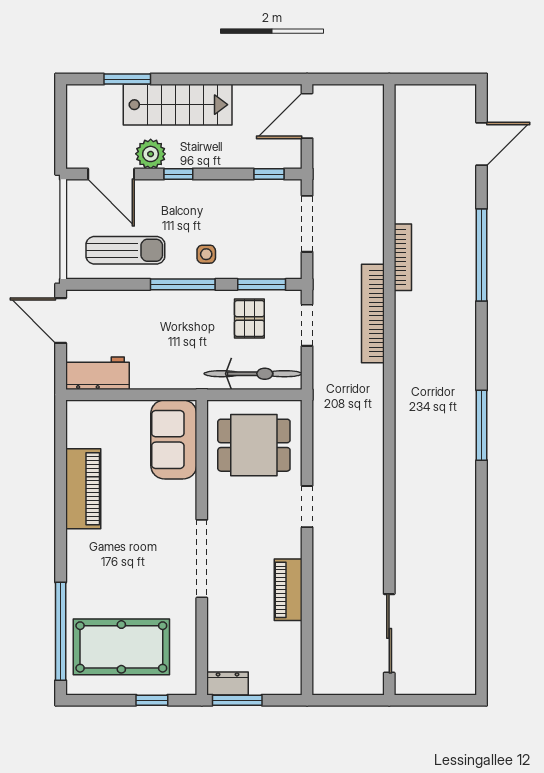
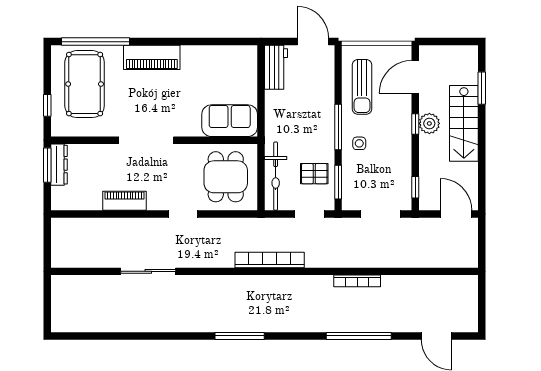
plant: (151, 154) -> (429, 123), moved
bookcase: (373, 314) -> (270, 260), moved
door: (61, 321) -> (313, 42), hinge flipped
piano: (83, 489) -> (152, 57), moved
sliding door: (389, 633) -> (148, 271), moved
dresser: (228, 683) -> (59, 165), width x1.44

